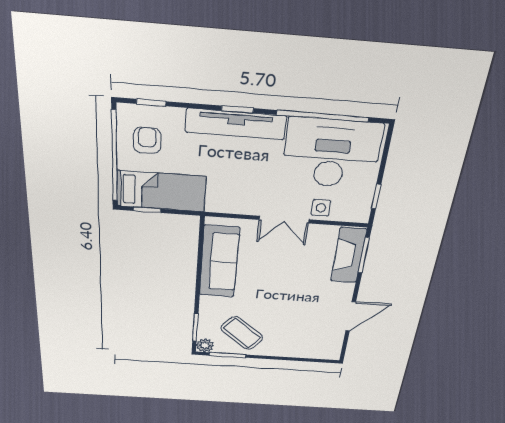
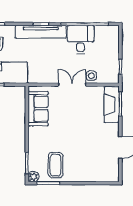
desk: (331, 154) -> (81, 40), width x0.53, depth x0.77
double door: (284, 220) -> (72, 85), swing flipped
sofa: (219, 262) -> (38, 109), width x0.73
coffee table: (242, 333) -> (56, 165), turned 50

